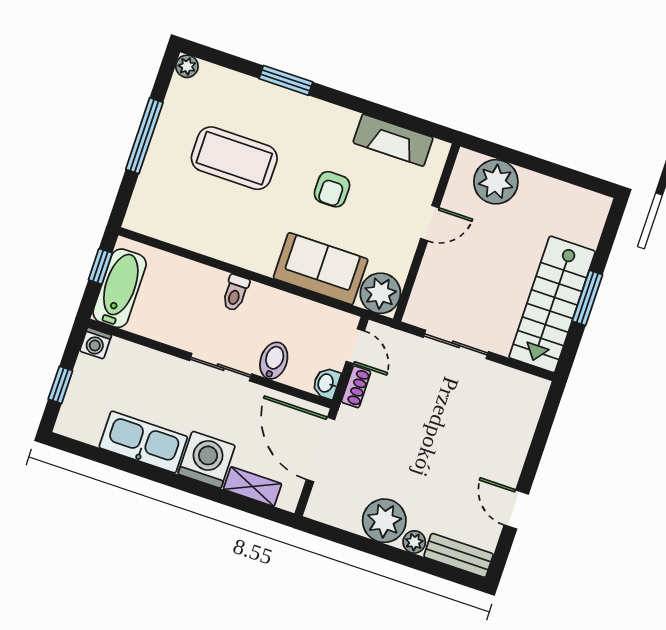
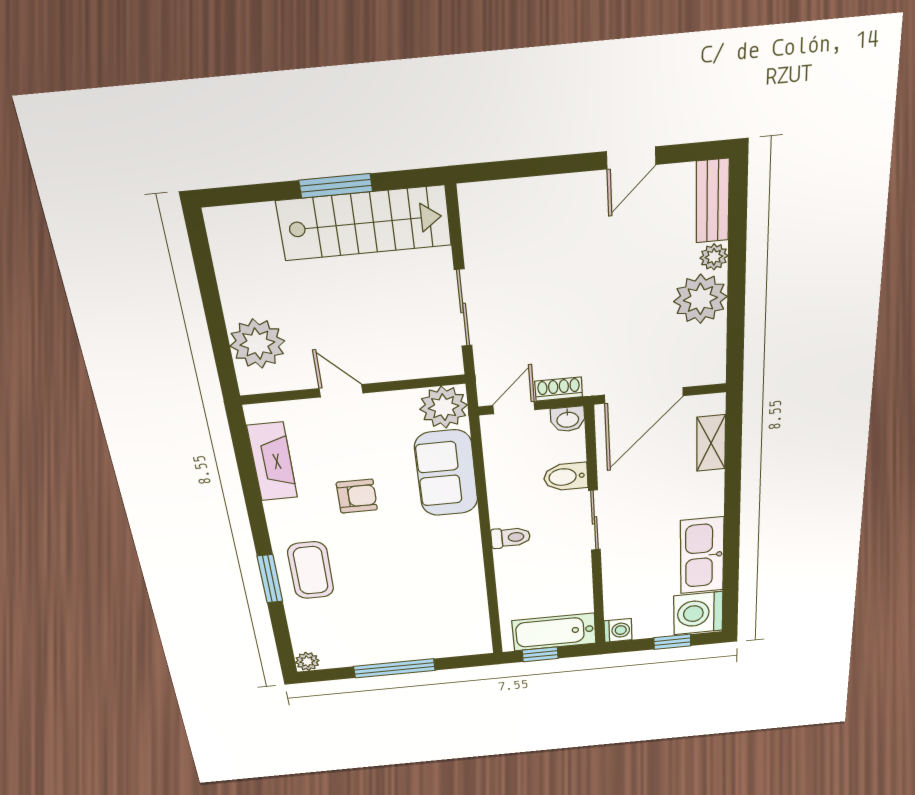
coffee table: (234, 158) -> (311, 570), moved, width x0.73, depth x0.76
washing machine: (207, 460) -> (698, 613), moved

